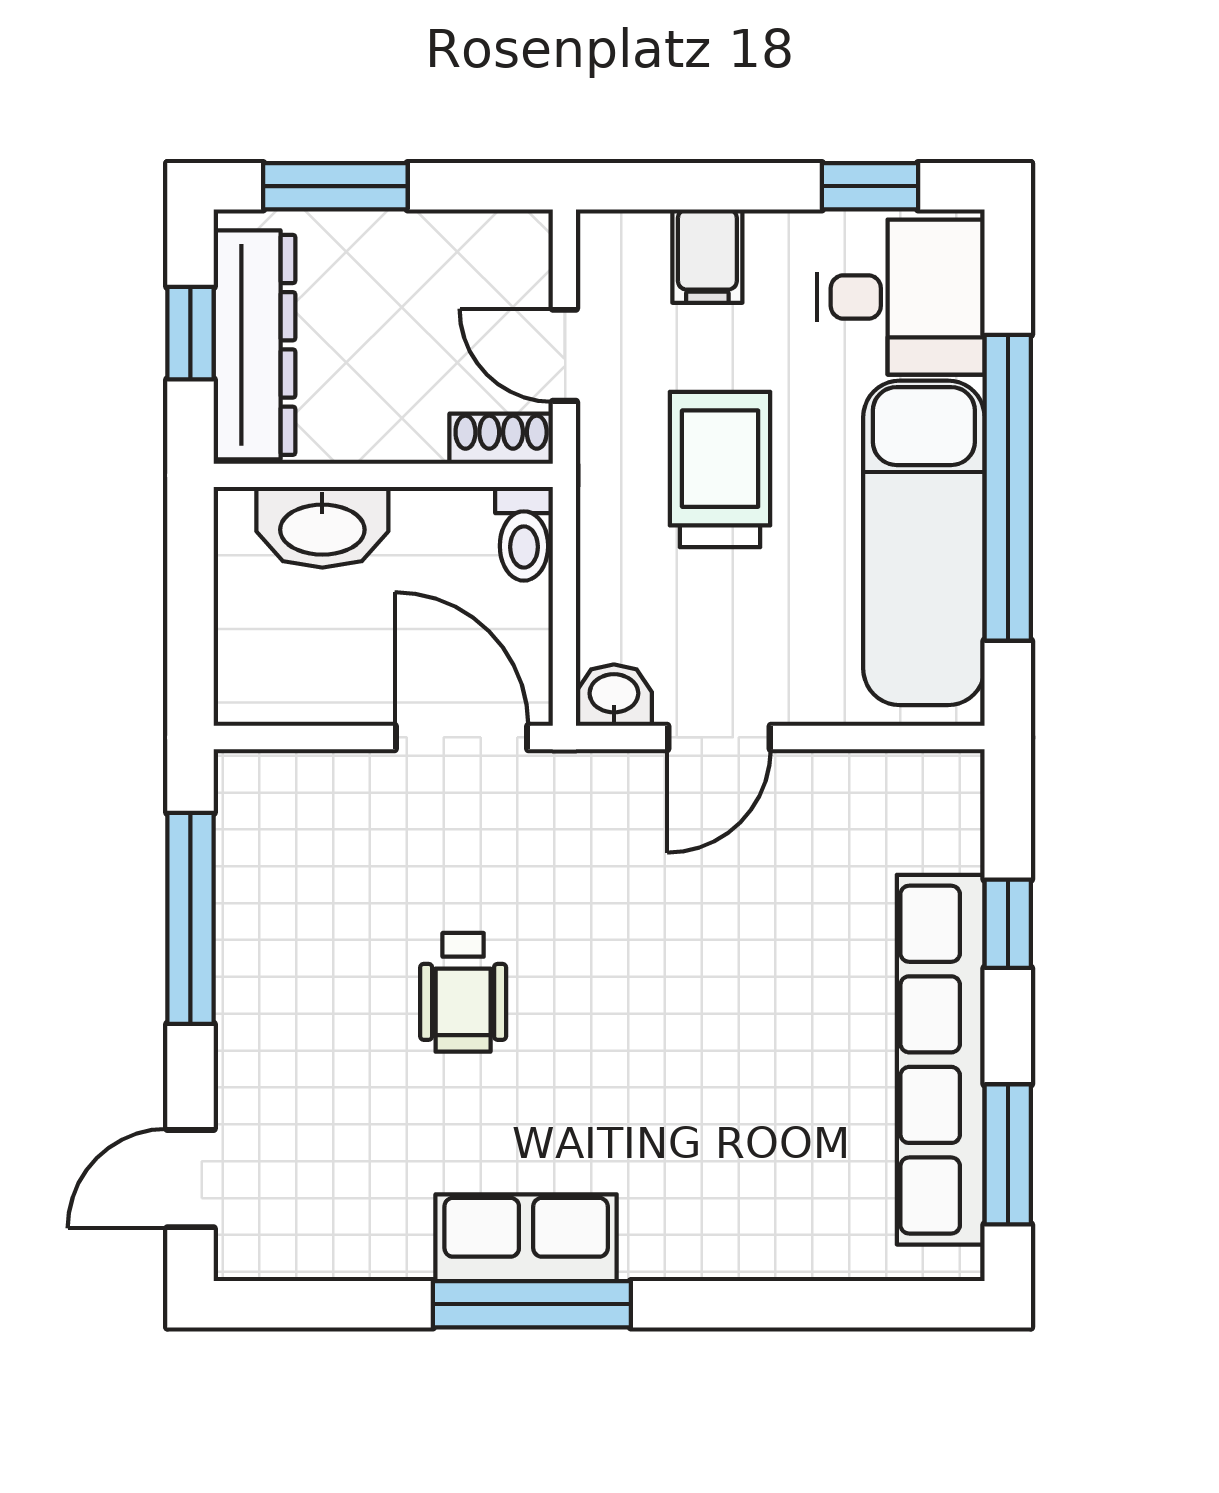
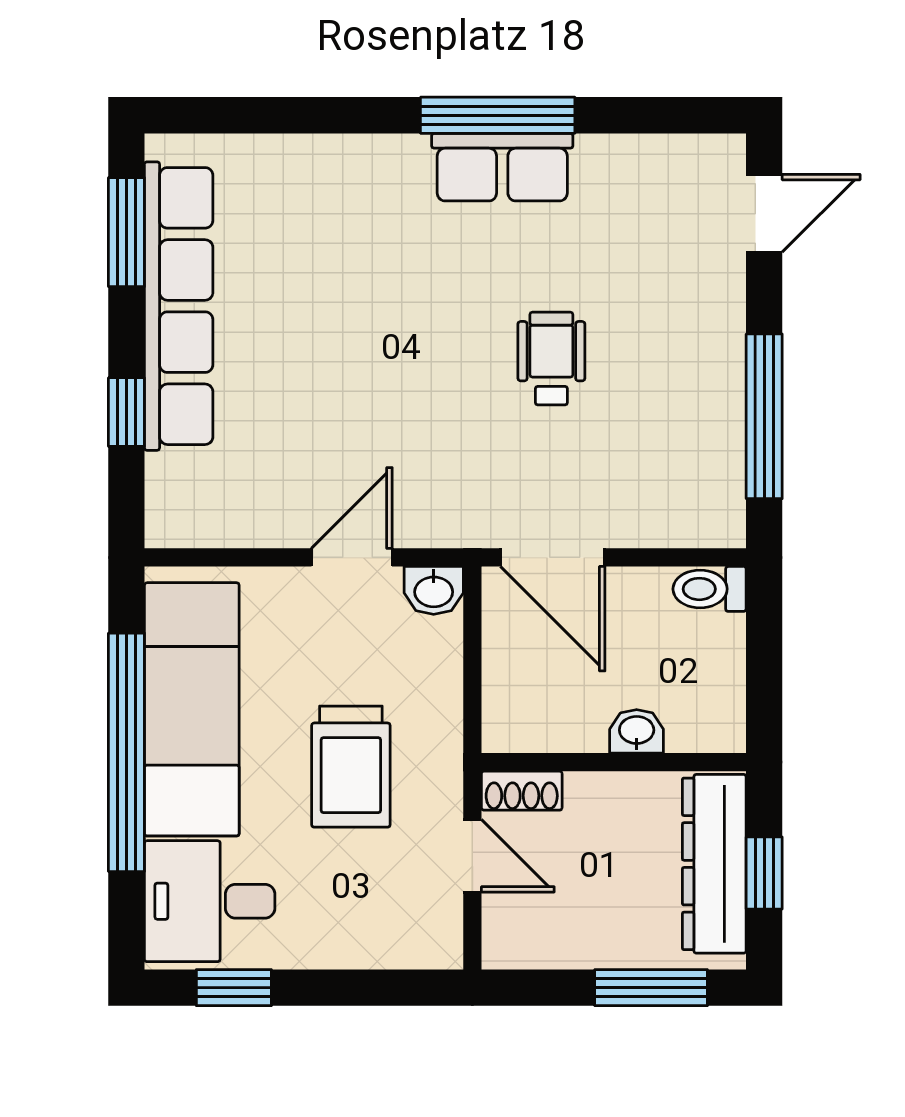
filing cabinet: (707, 256) -> (361, 933), removed
washbasin: (322, 527) -> (637, 731), width x0.52, depth x0.69
toilet: (524, 534) -> (710, 589), moved, turned -90

